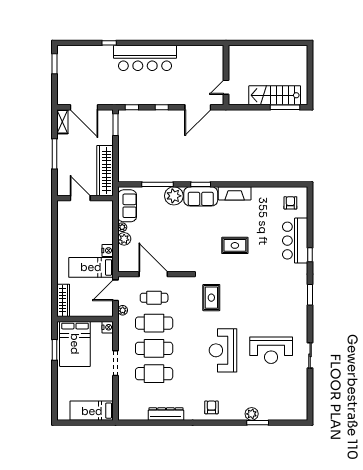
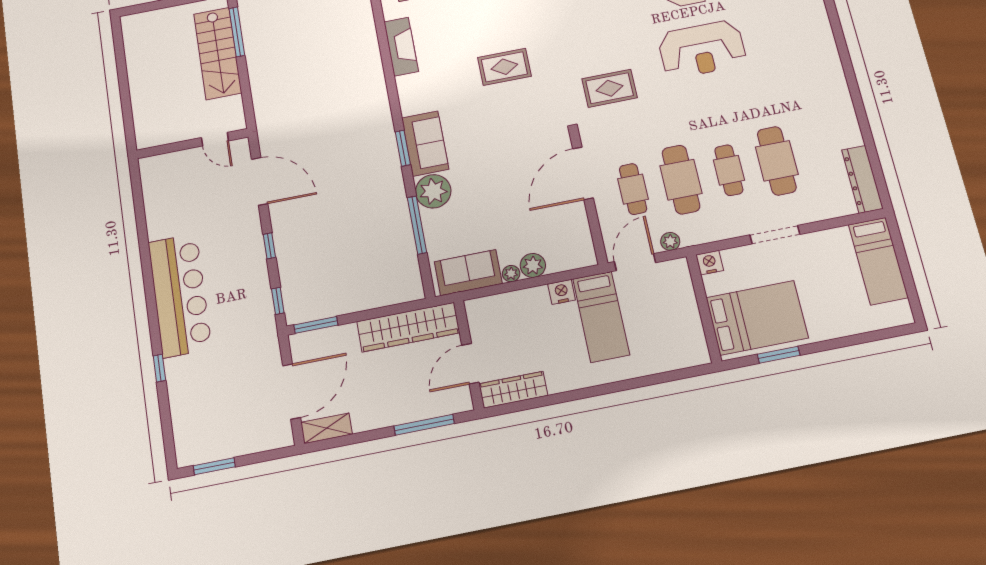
window: (55, 154) -> (424, 425), moved
fireplace: (235, 193) -> (401, 47), moved
rug: (235, 245) -> (504, 67), turned 90
door: (153, 274) -> (583, 173), moved
door: (116, 290) -> (635, 262), swing flipped
wardrobe: (63, 300) -> (513, 390), moved
cafe table: (154, 348) -> (729, 170), width x0.73, depth x0.74
armchair: (211, 407) -> (813, 48), removed
dresser: (166, 414) -> (862, 179), moved

